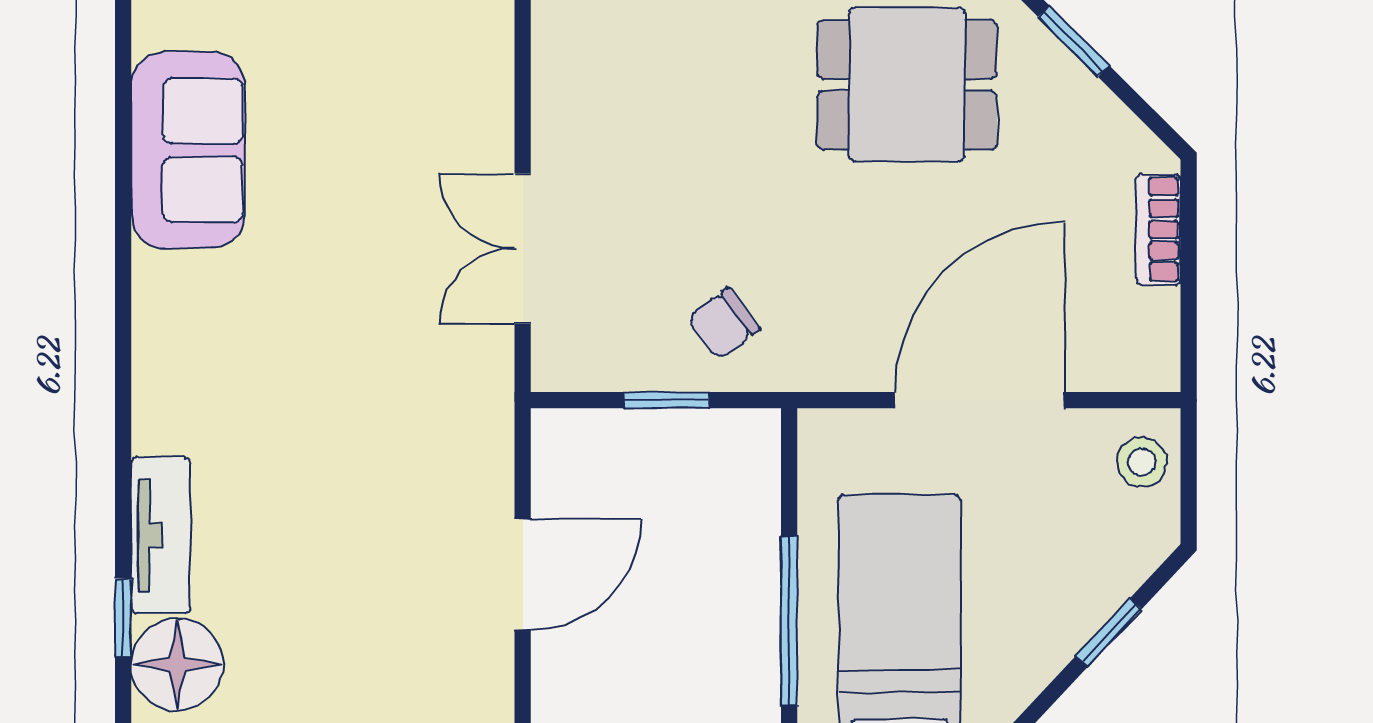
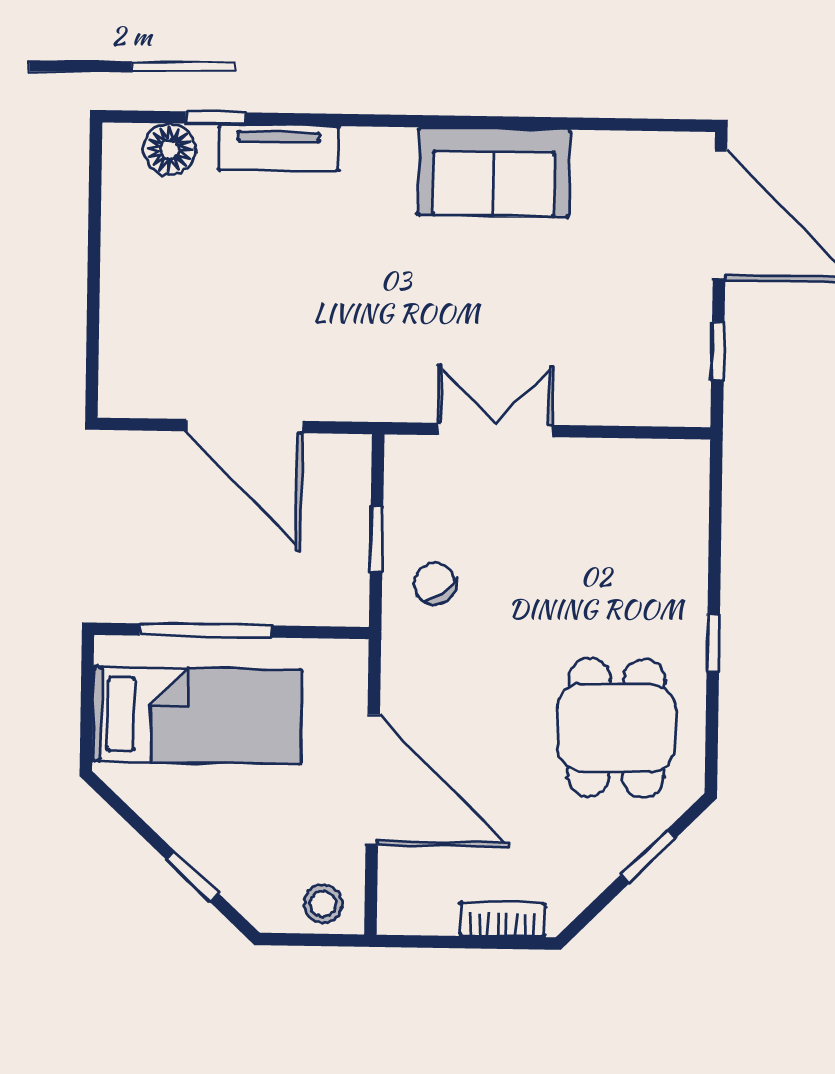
sofa: (188, 150) -> (494, 172), moved
door: (523, 574) -> (244, 426), width x1.36
floor lamp: (177, 665) -> (169, 149), width x0.73, depth x0.73

